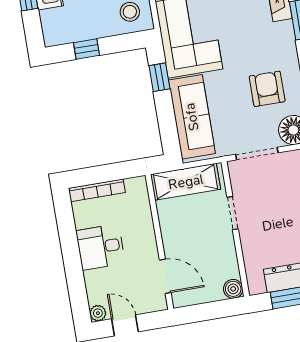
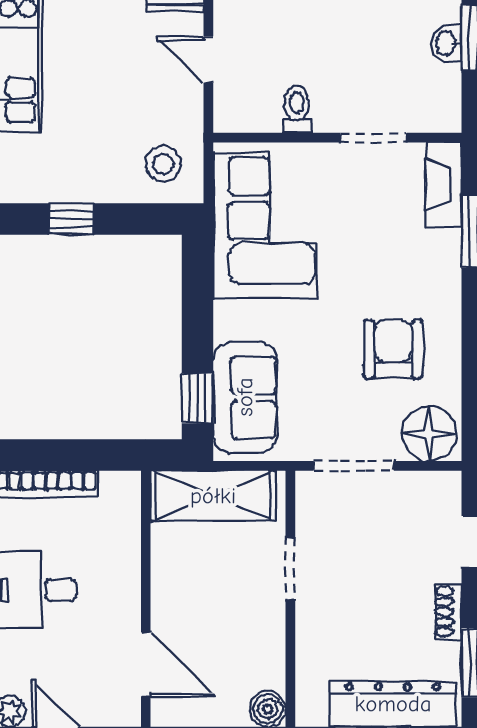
window: (159, 77) -> (197, 398), moved
sofa: (192, 117) -> (245, 397), width x0.73

